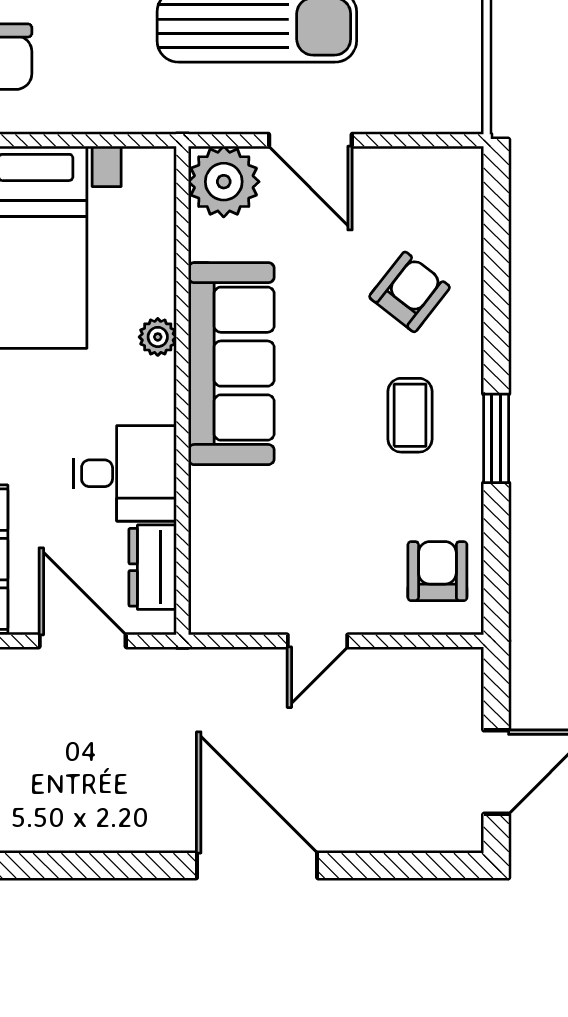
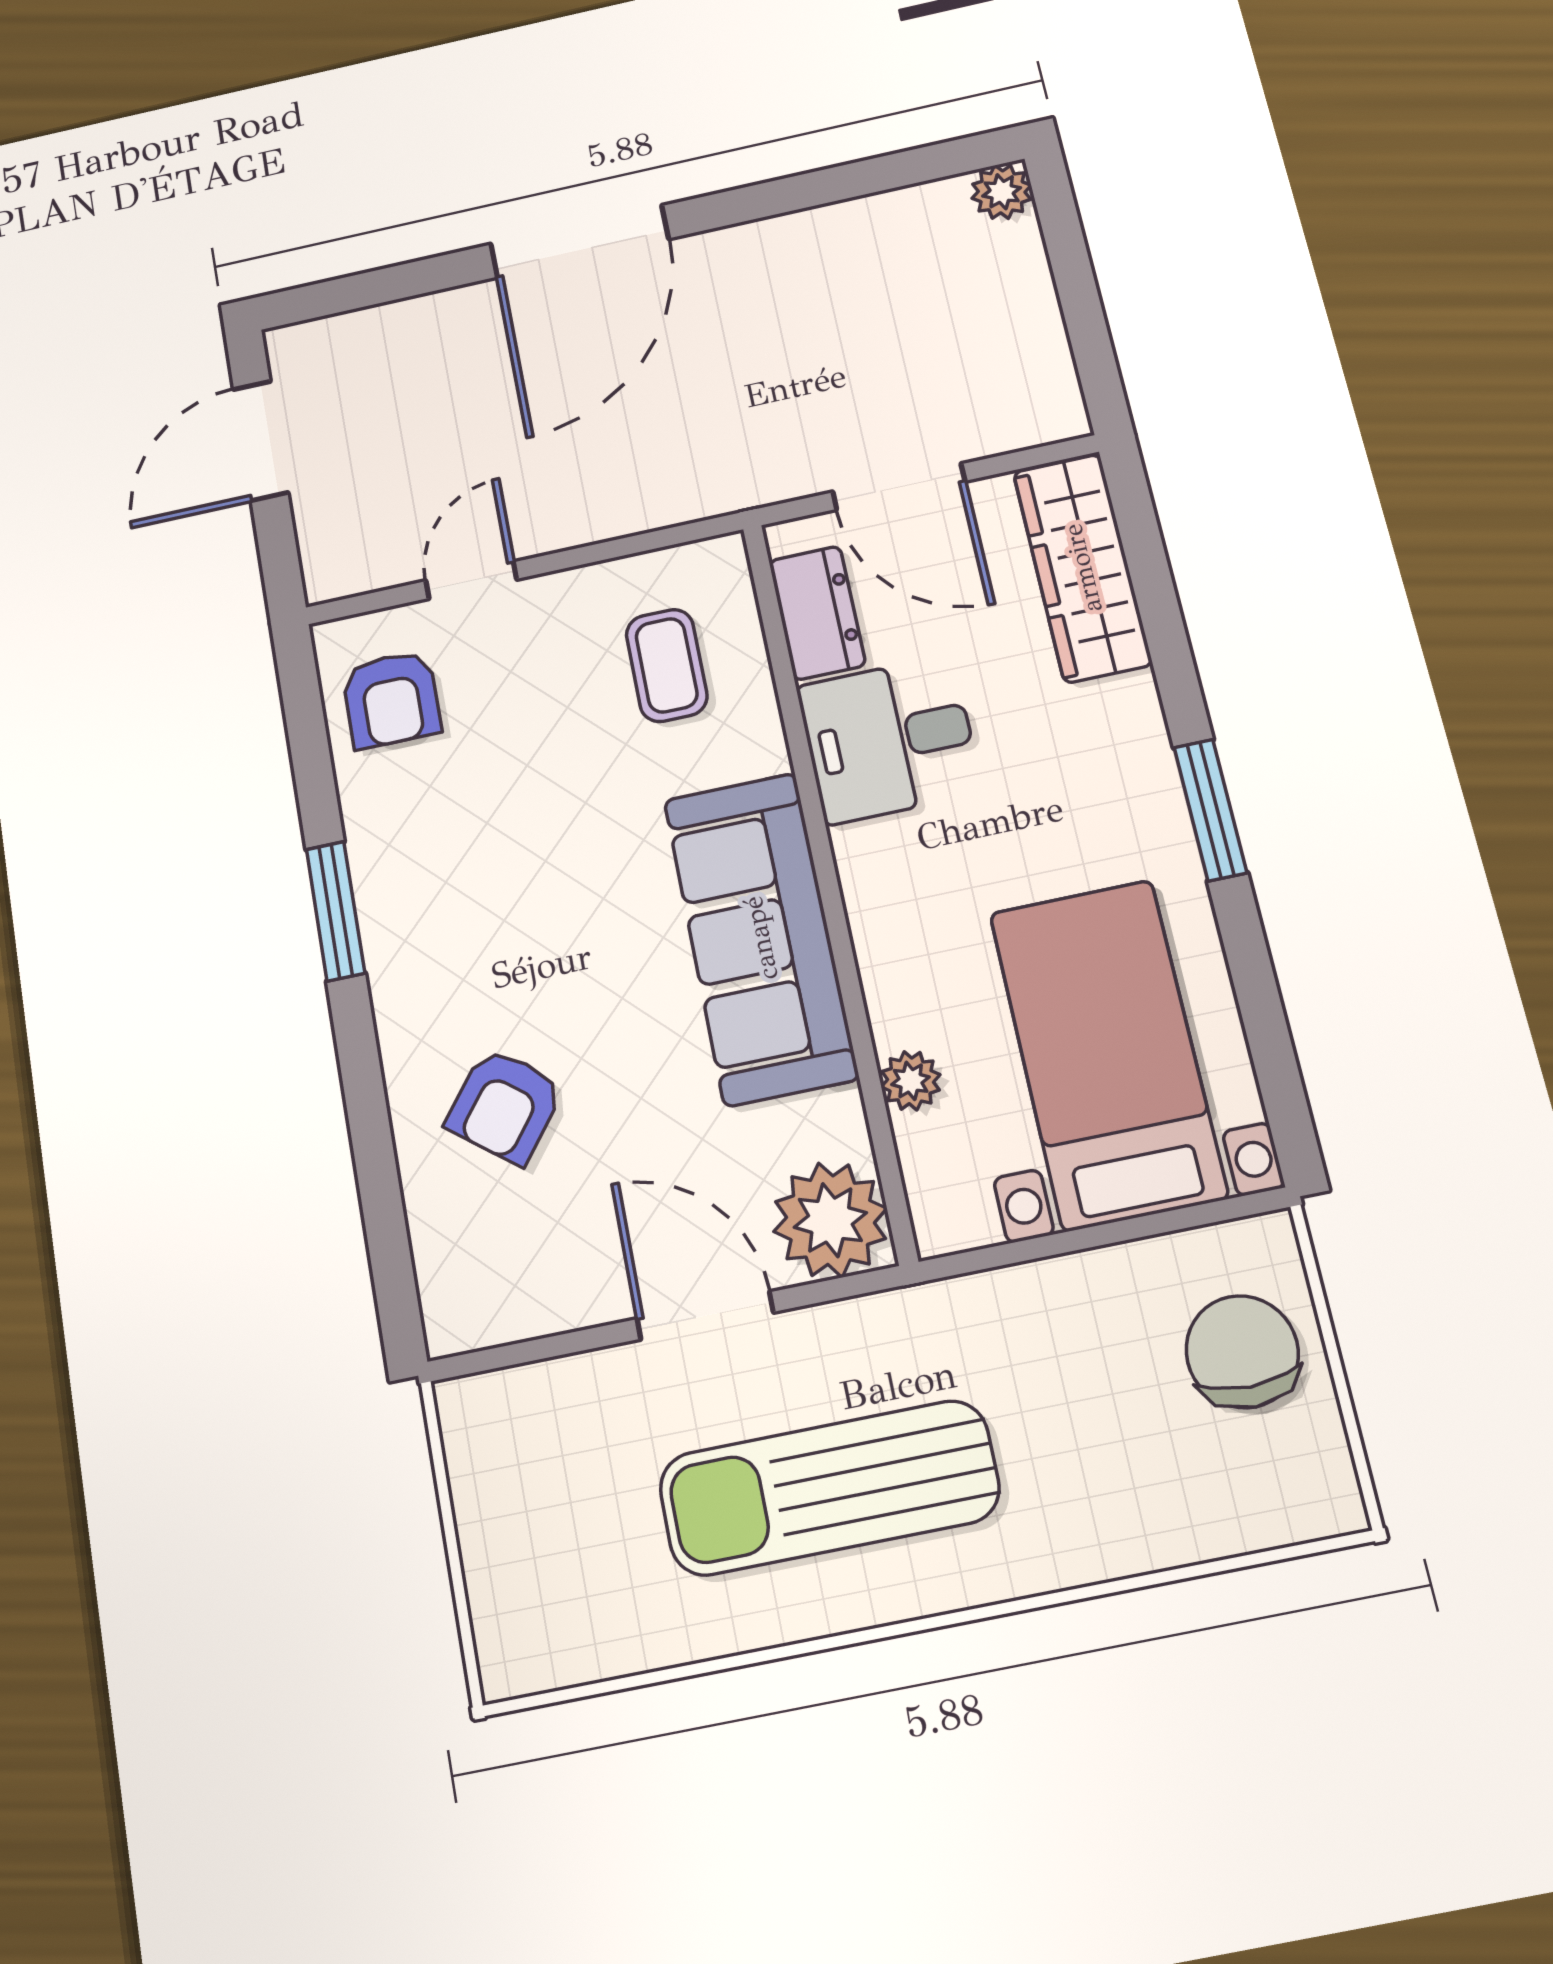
plant: (158, 337) -> (911, 1081), moved
coffee table: (410, 415) -> (667, 665), moved
door: (317, 641) -> (471, 580), moved
door: (257, 865) -> (580, 241), hinge flipped

